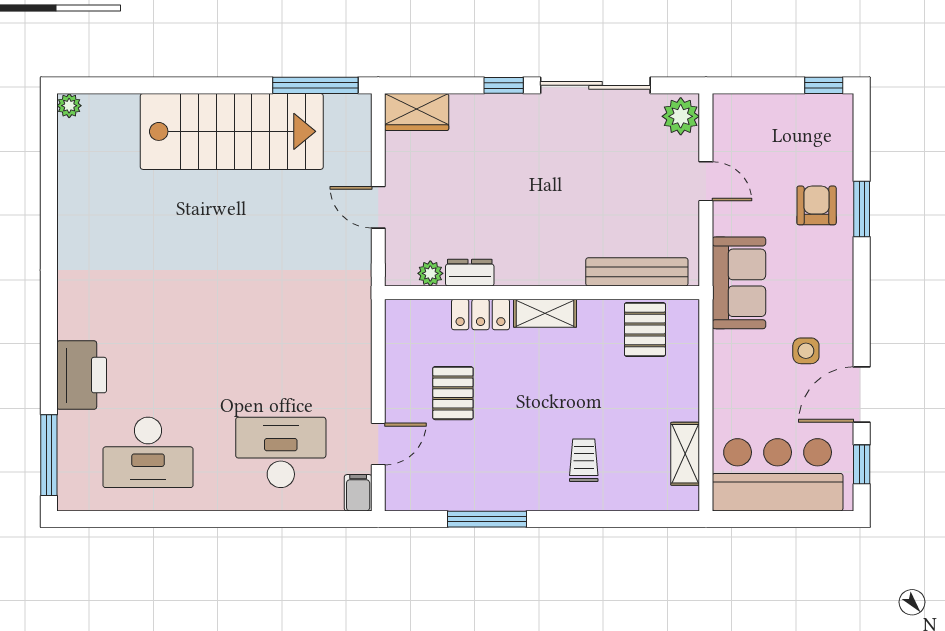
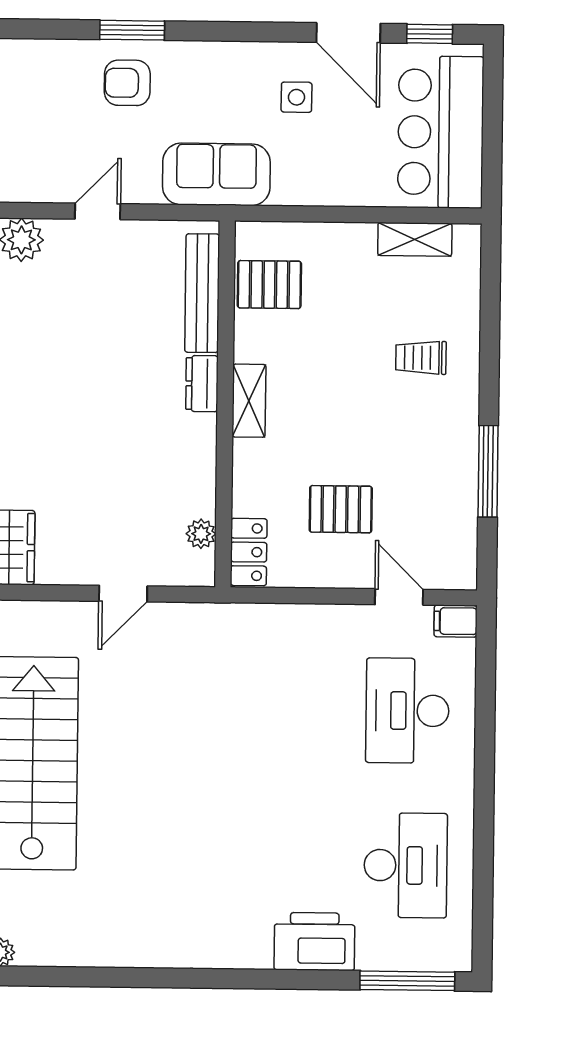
dresser: (470, 273) -> (202, 384), moved
locker: (481, 314) -> (249, 552), moved

